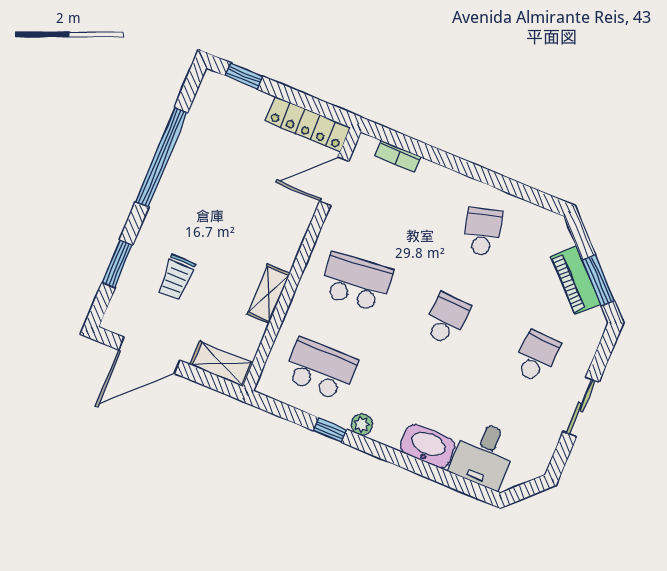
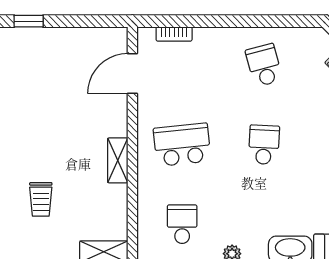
locker: (308, 124) -> (94, 38), removed
shelving: (269, 294) -> (118, 160), moved
school desk: (320, 369) -> (182, 224), width x0.54

